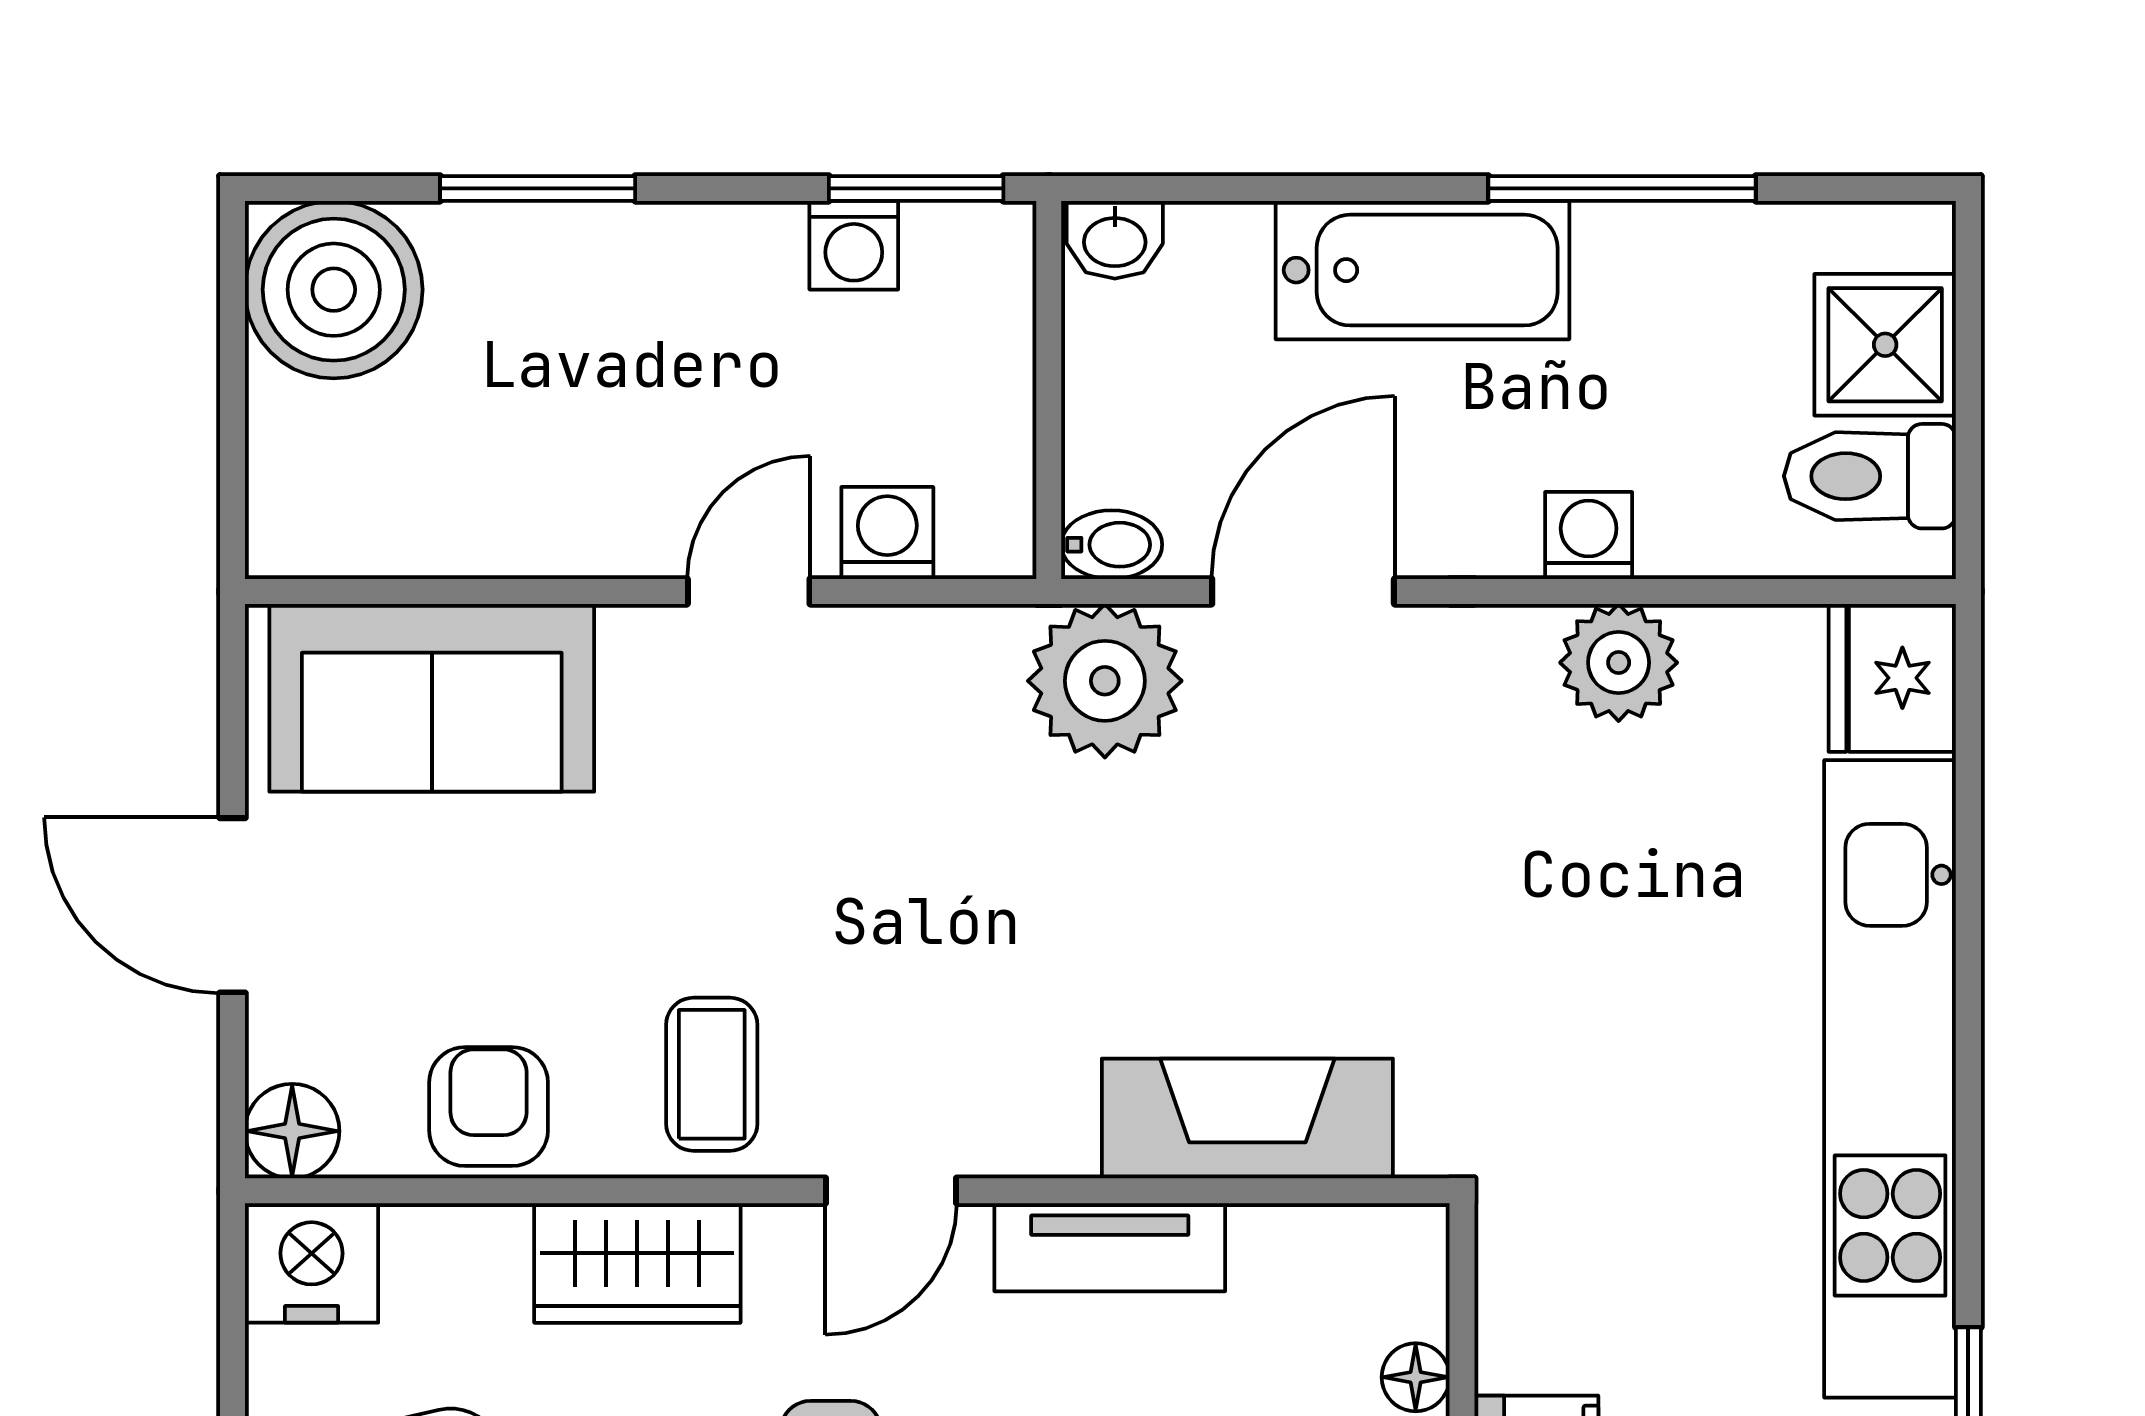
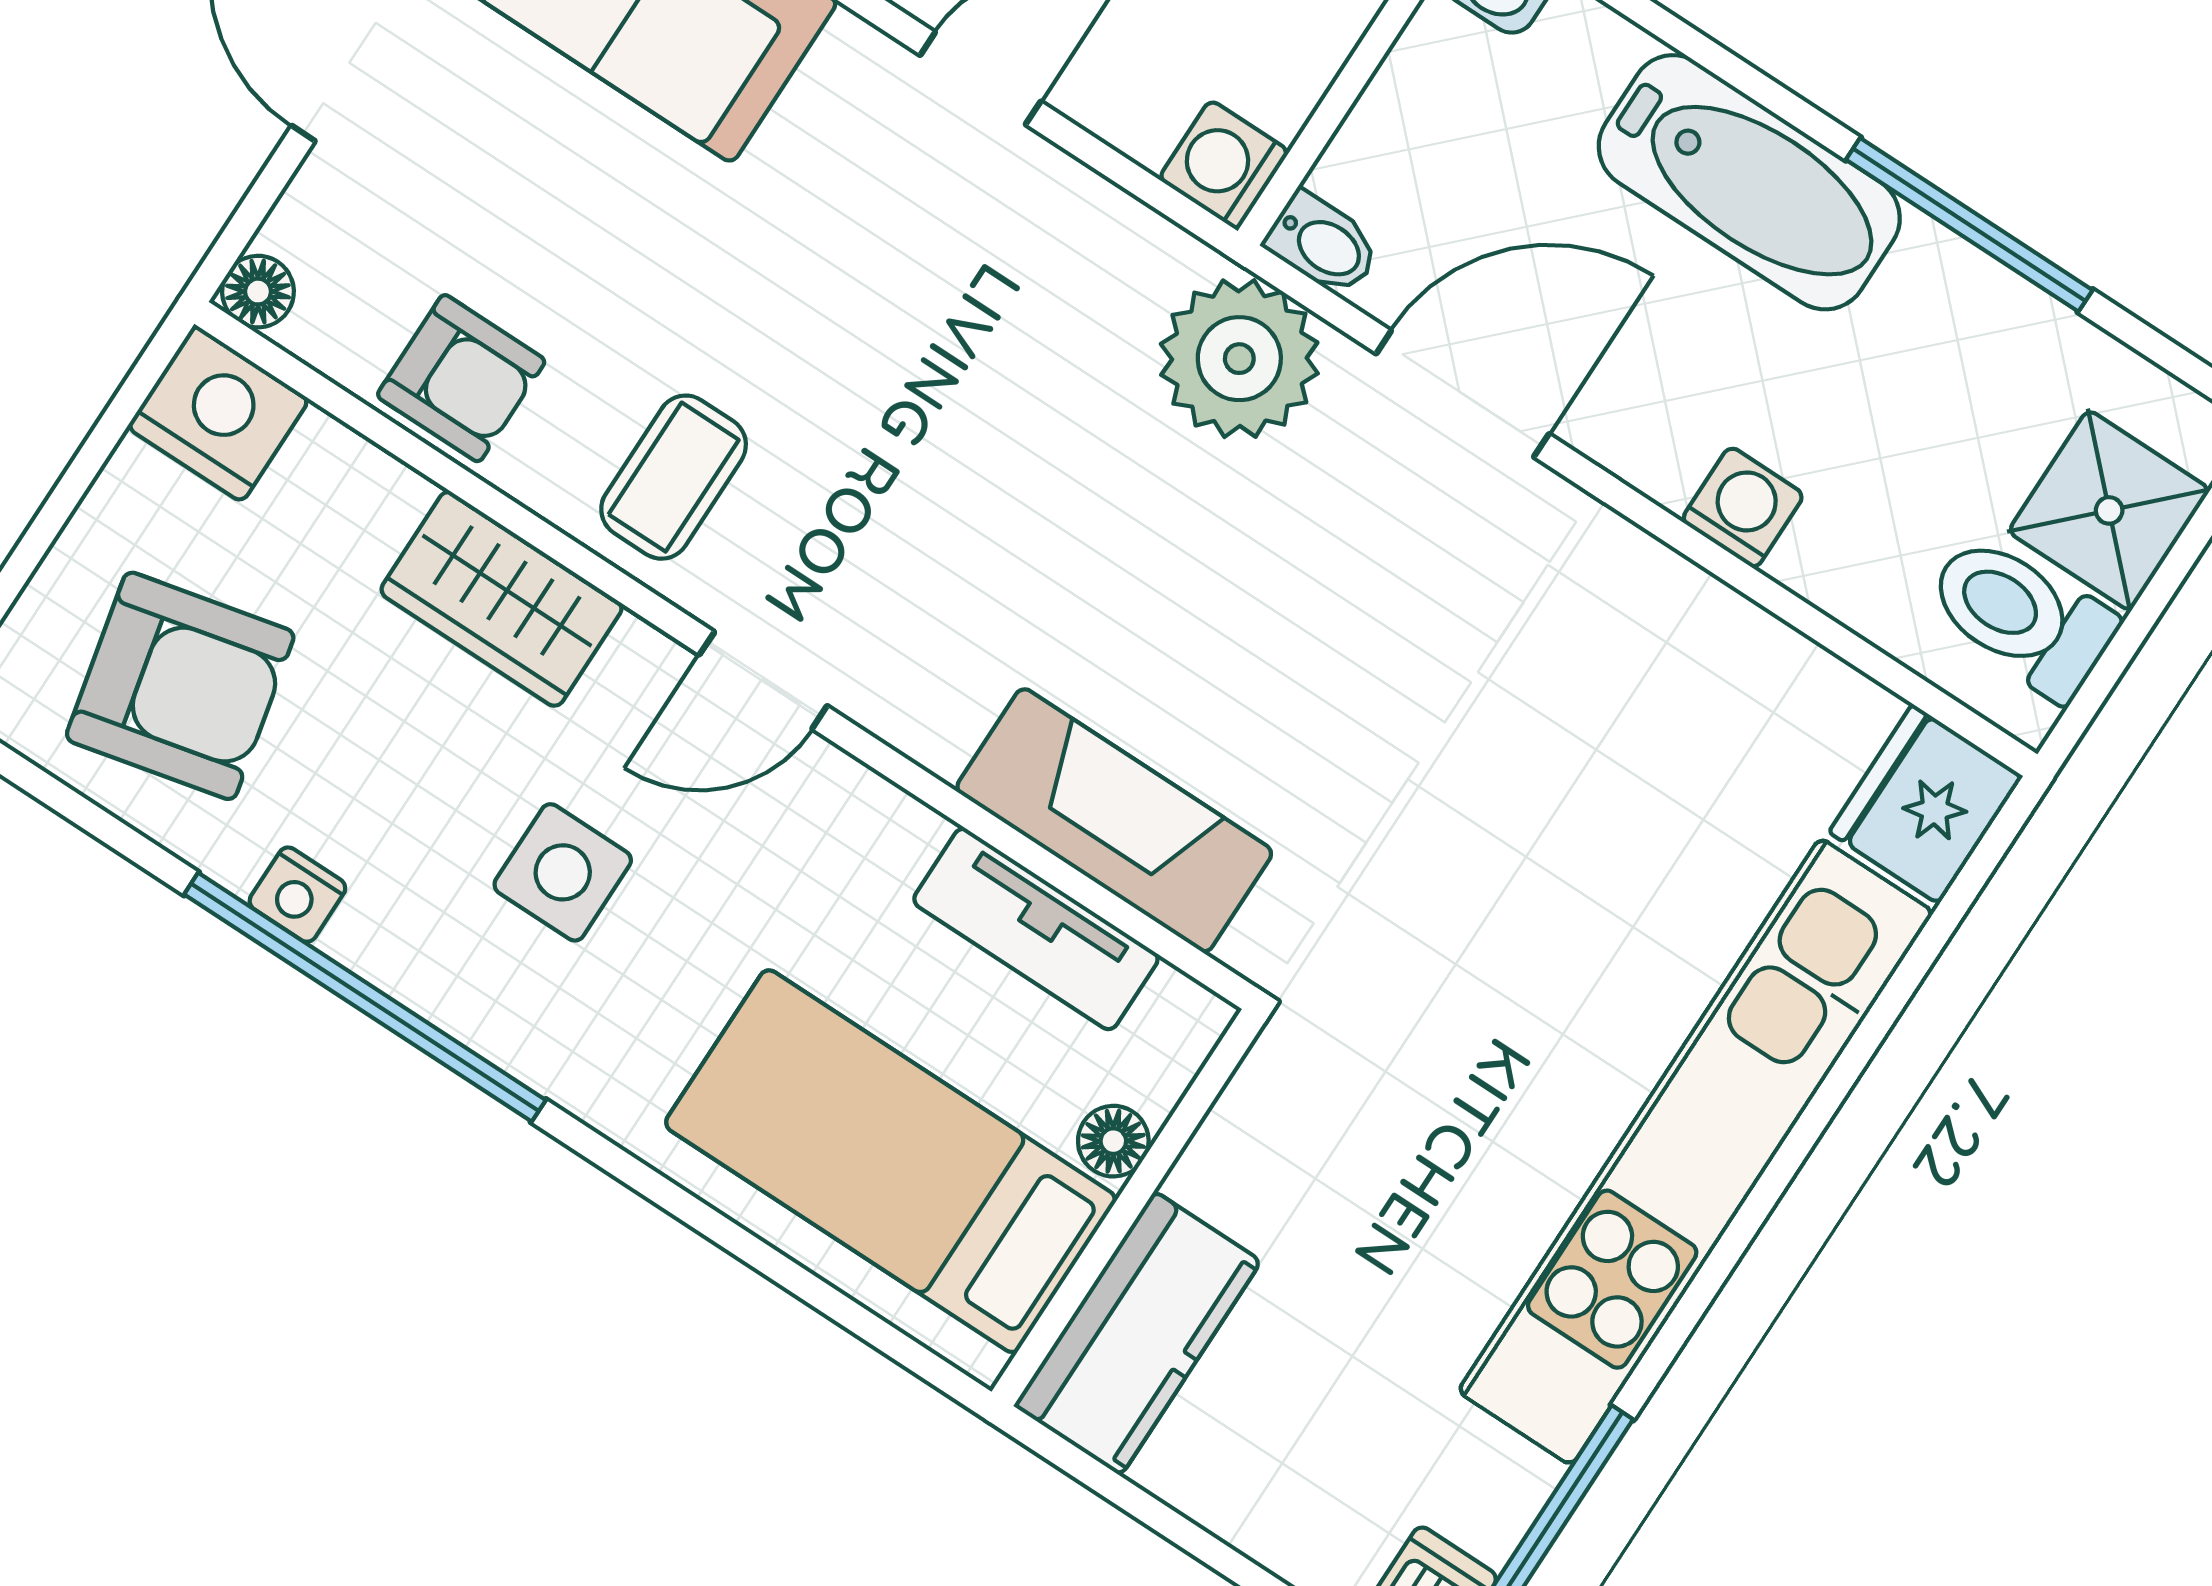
washing machine: (887, 533) -> (1224, 165), moved, turned -90
plant: (1619, 663) -> (1696, 635), removed
armchair: (489, 1107) -> (461, 378), turned 90
floor lamp: (292, 1131) -> (258, 292), width x0.73, depth x0.73
tv unit: (1110, 1247) -> (1036, 929), moved

